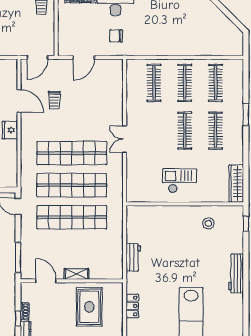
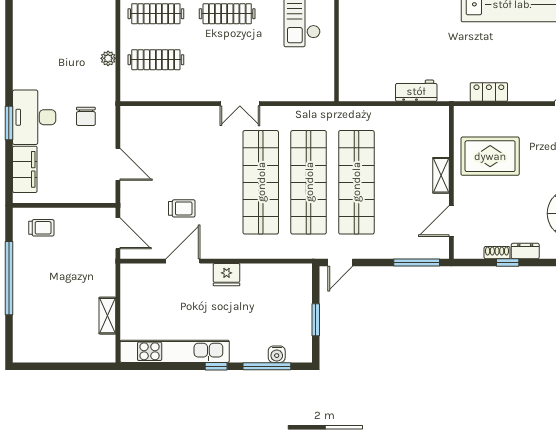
plant: (155, 51) -> (108, 58), added

